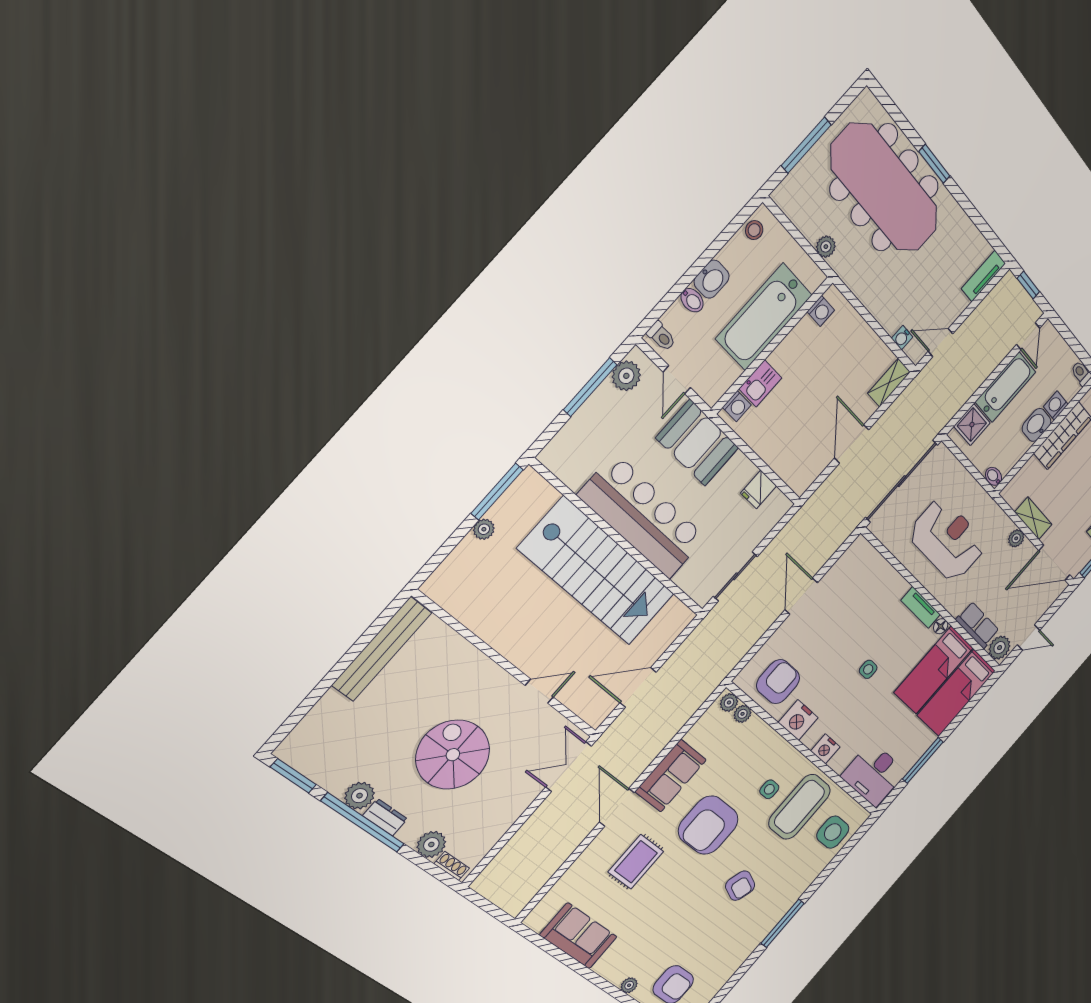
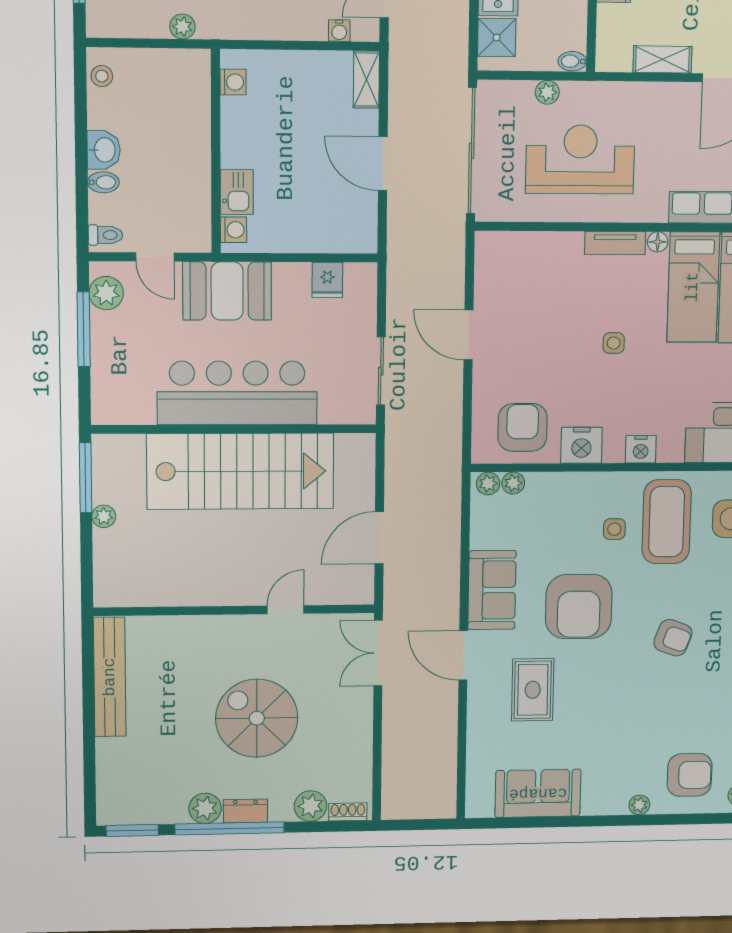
bathtub: (764, 317) -> (183, 136), removed
plant: (1016, 538) -> (547, 92), moved

